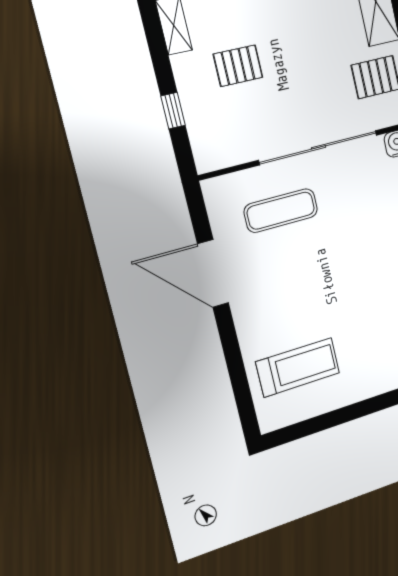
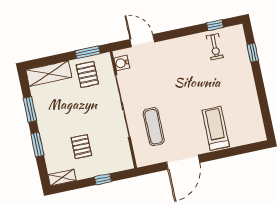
treadmill: (298, 367) -> (216, 128), moved

